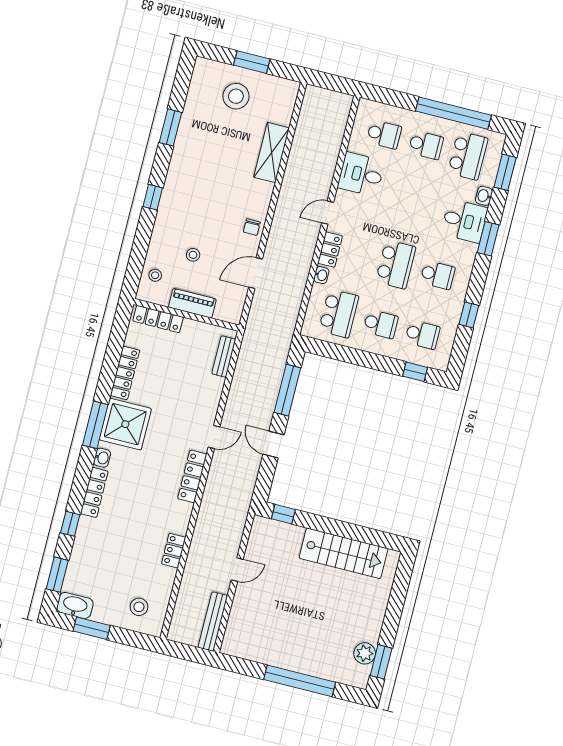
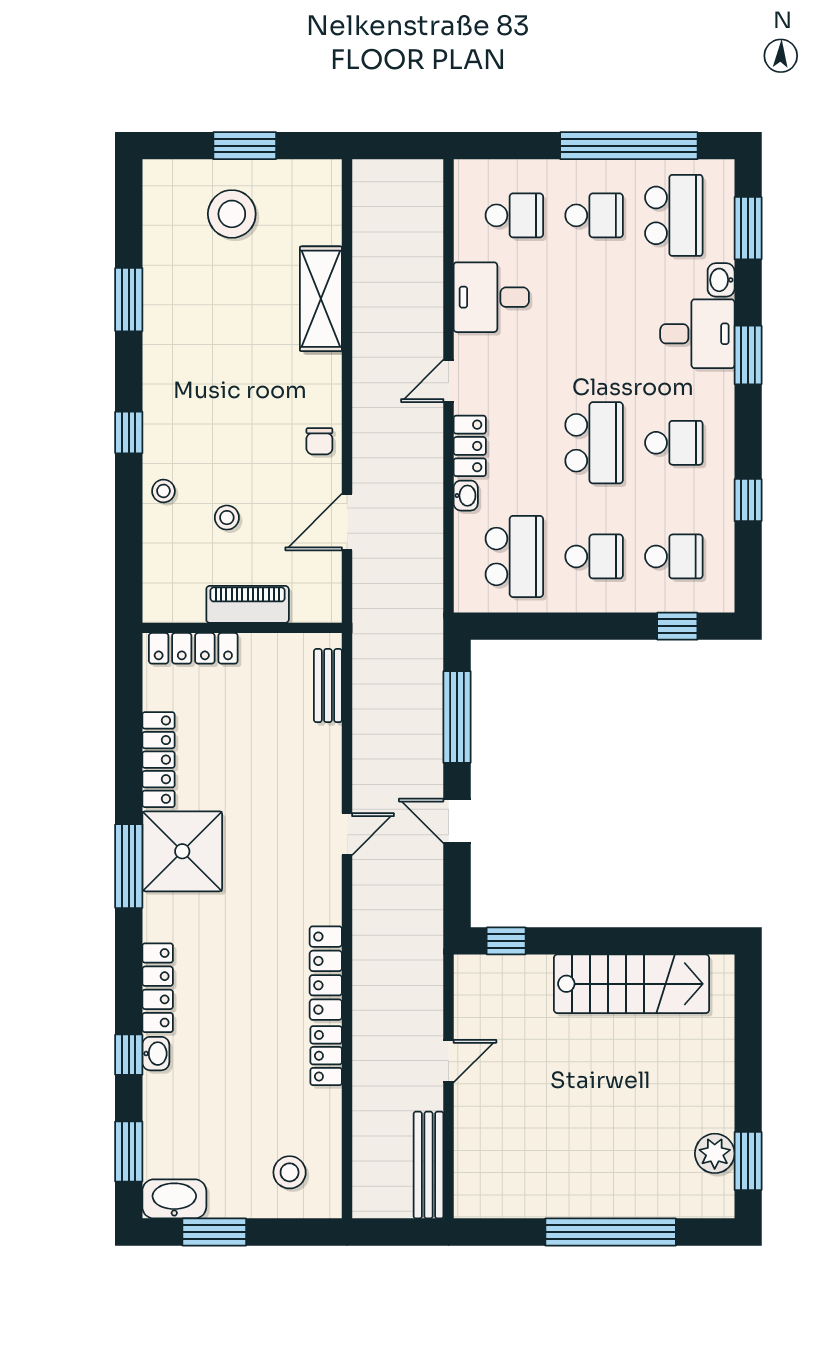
stool: (155, 275) -> (163, 491), moved
washbasin: (102, 458) -> (156, 1054), moved
locker: (192, 476) -> (326, 973), moved

